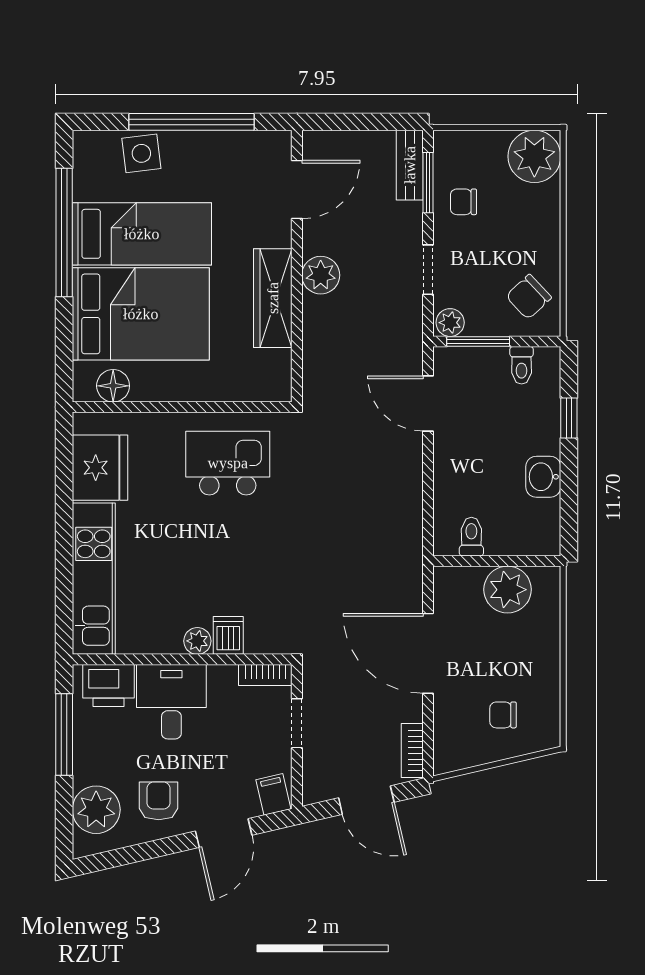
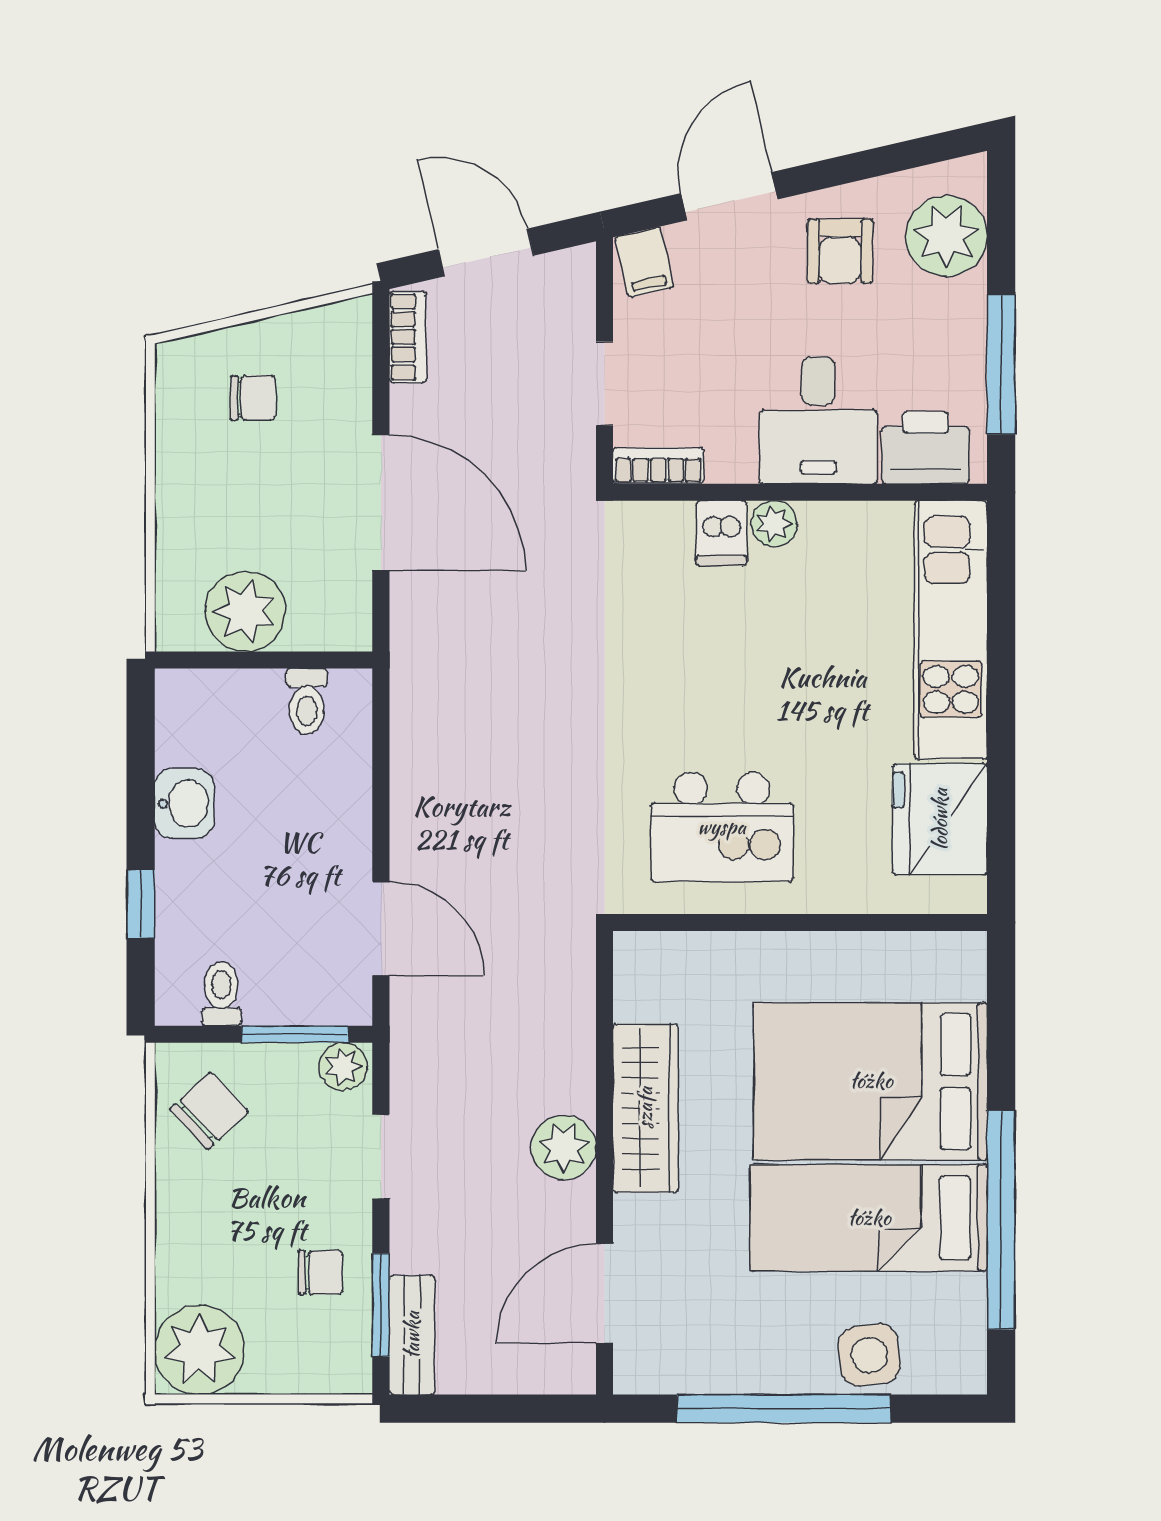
floor lamp: (113, 386) -> (918, 959), removed

